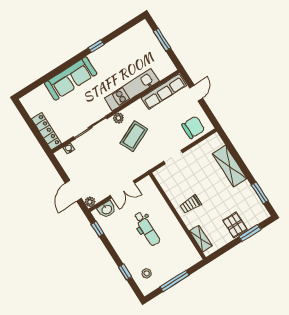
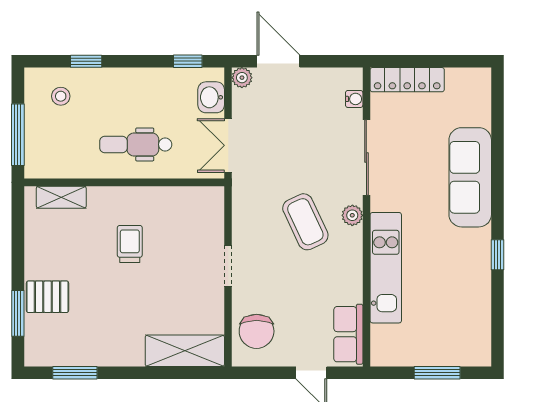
row of seats: (164, 92) -> (348, 334), width x0.68
shelving: (230, 166) -> (185, 351), moved
wall: (177, 216) -> (124, 182), moved
shelving: (201, 239) -> (61, 197), moved

